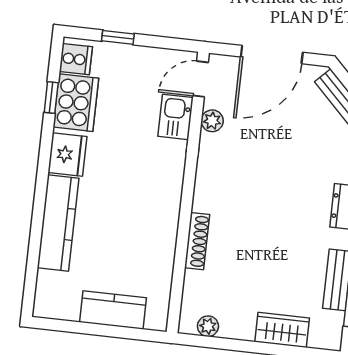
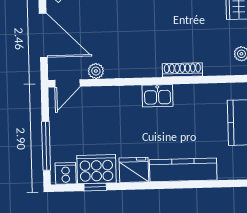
window: (118, 37) -> (46, 146), width x2.17
door: (201, 79) -> (67, 83), hinge flipped
kitchen sink: (175, 117) -> (158, 96), moved

